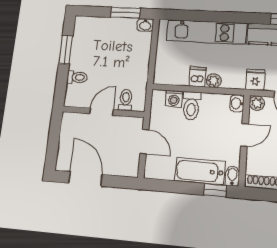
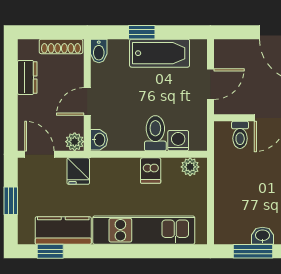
washbasin: (145, 25) -> (262, 236), moved
plant: (214, 81) -> (190, 167), moved
door: (144, 141) -> (210, 84), swing flipped
bathtub: (200, 171) -> (160, 53), moved
window: (215, 190) -> (142, 32), moved

